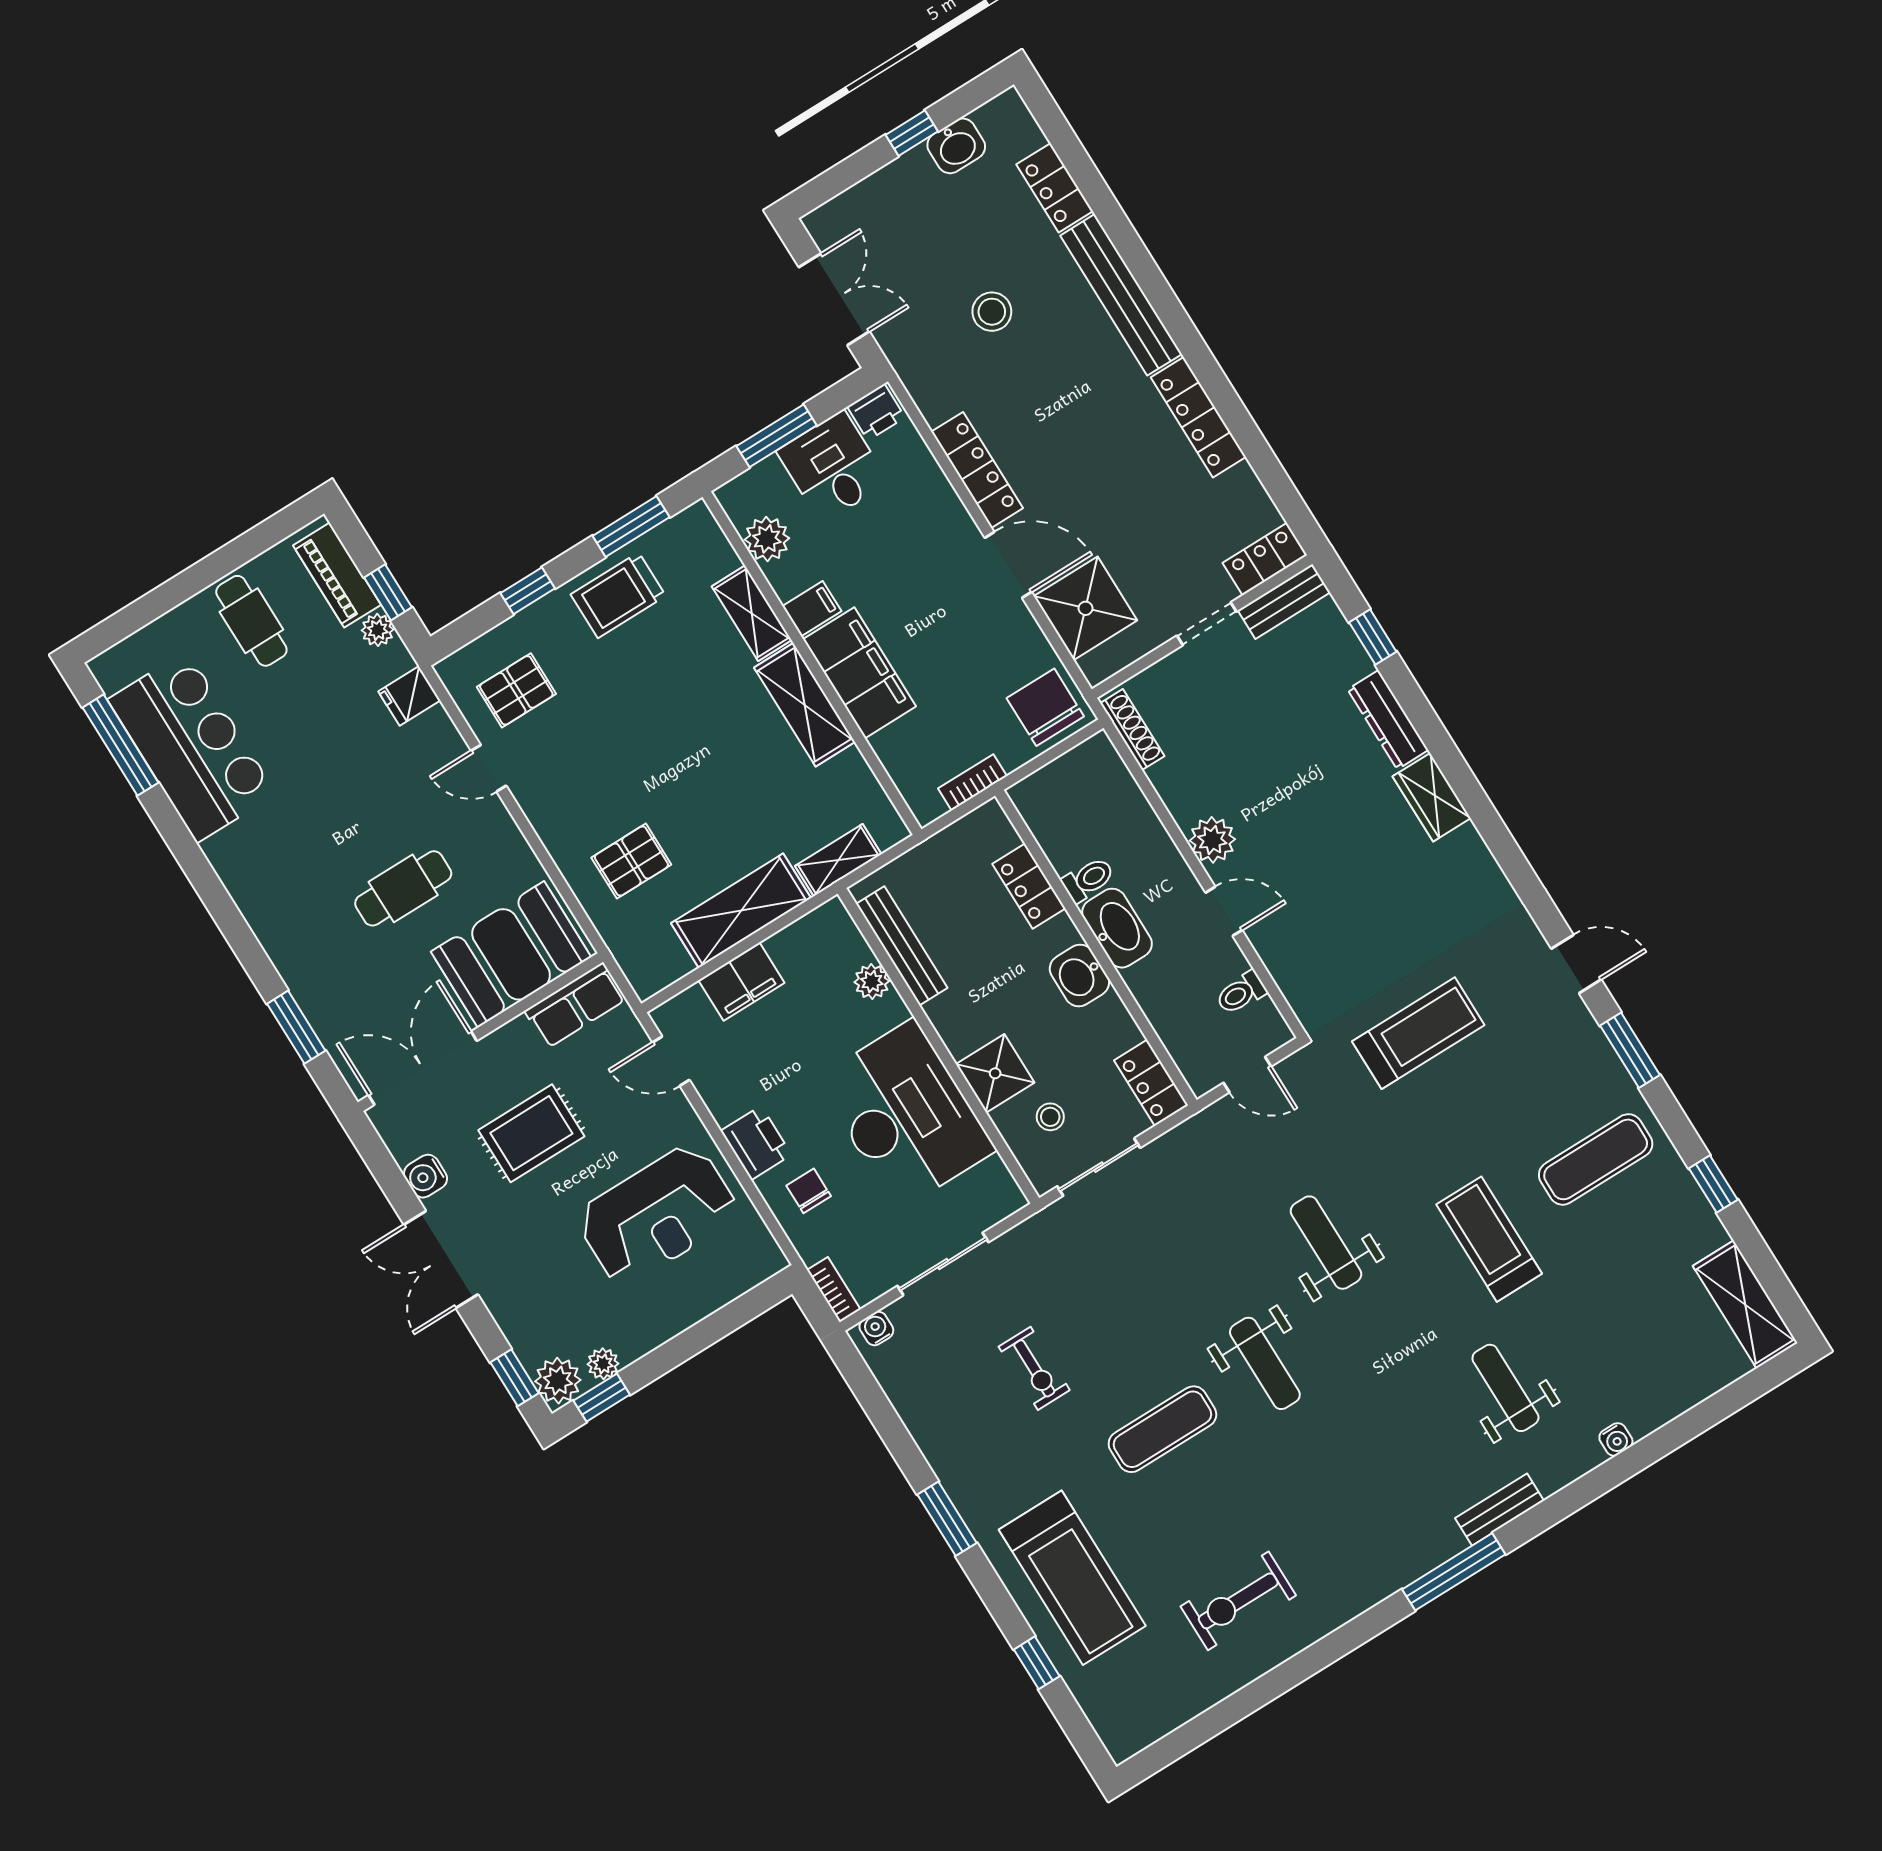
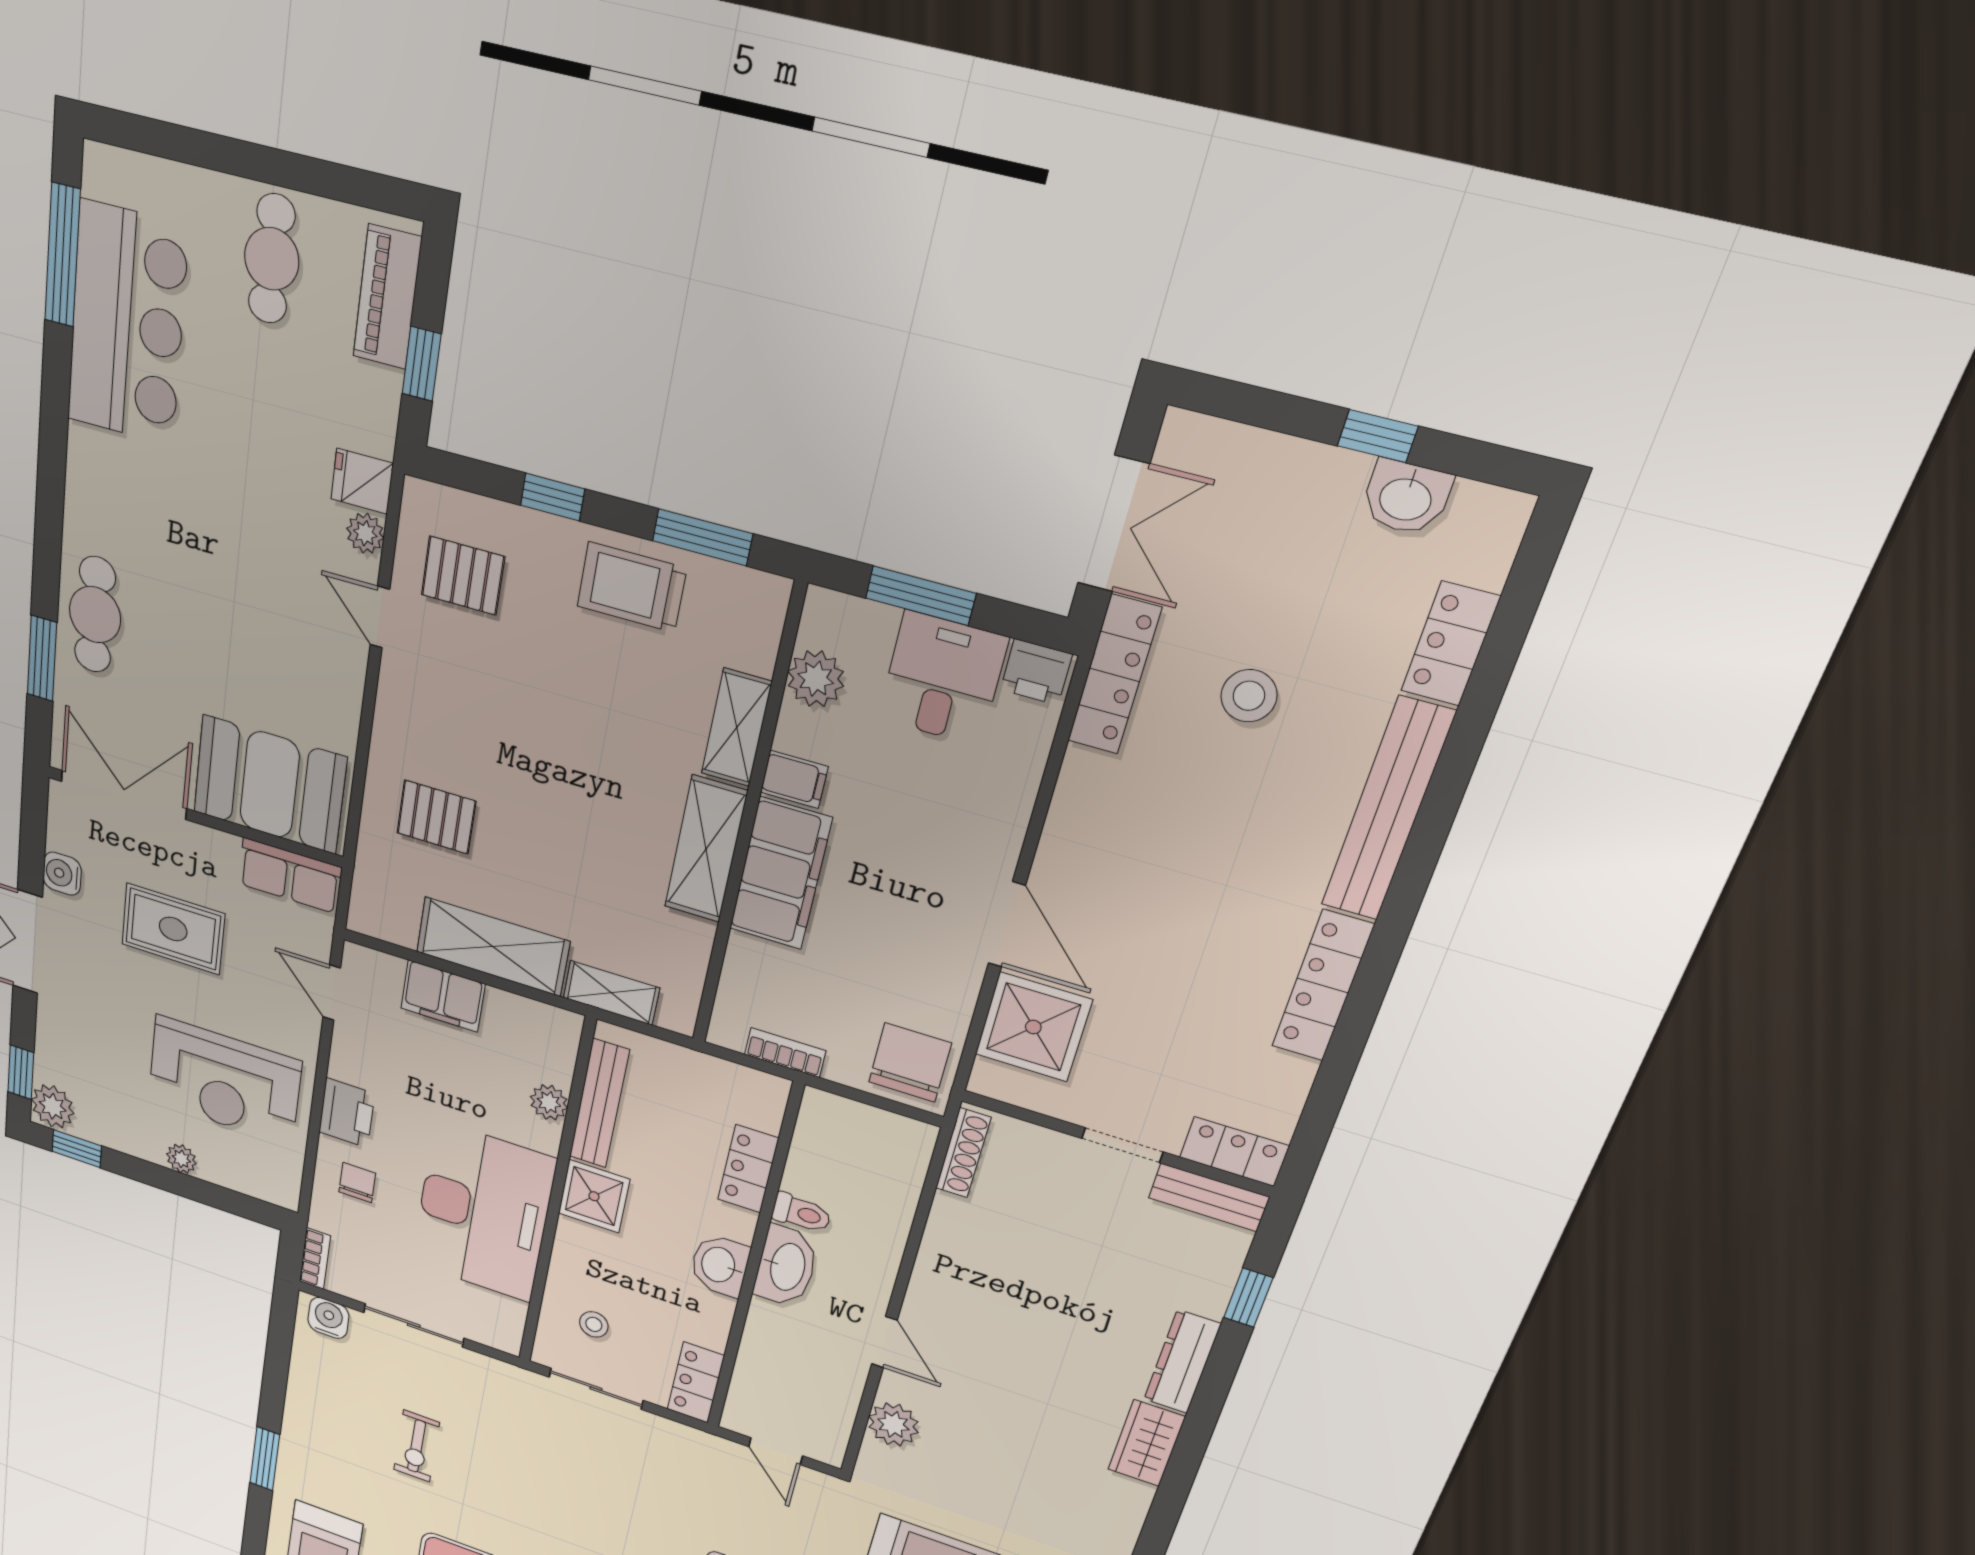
locker: (977, 470) -> (1114, 675), moved
plant: (378, 630) -> (365, 533), moved
plant: (1212, 840) -> (893, 1424), moved
cafe table: (403, 888) -> (95, 615), moved, turned 90
toilet: (1241, 993) -> (833, 1402), removed
shower: (995, 1073) -> (594, 1196), moved
water cooler: (876, 1328) -> (328, 1318), width x1.38, depth x1.38
plant: (603, 1364) -> (181, 1159), moved

